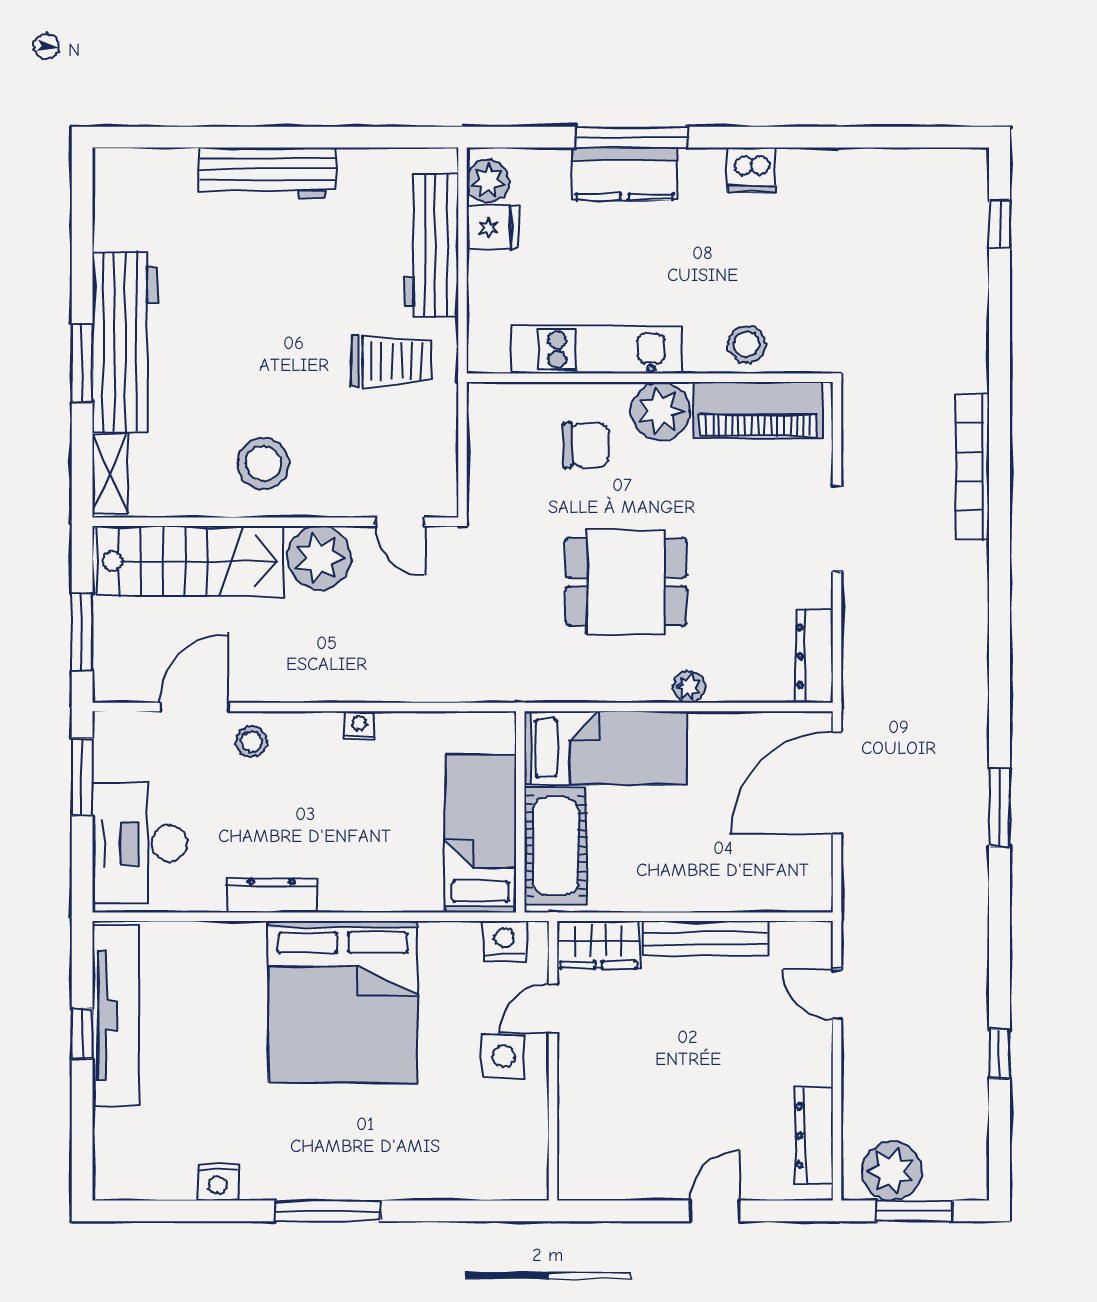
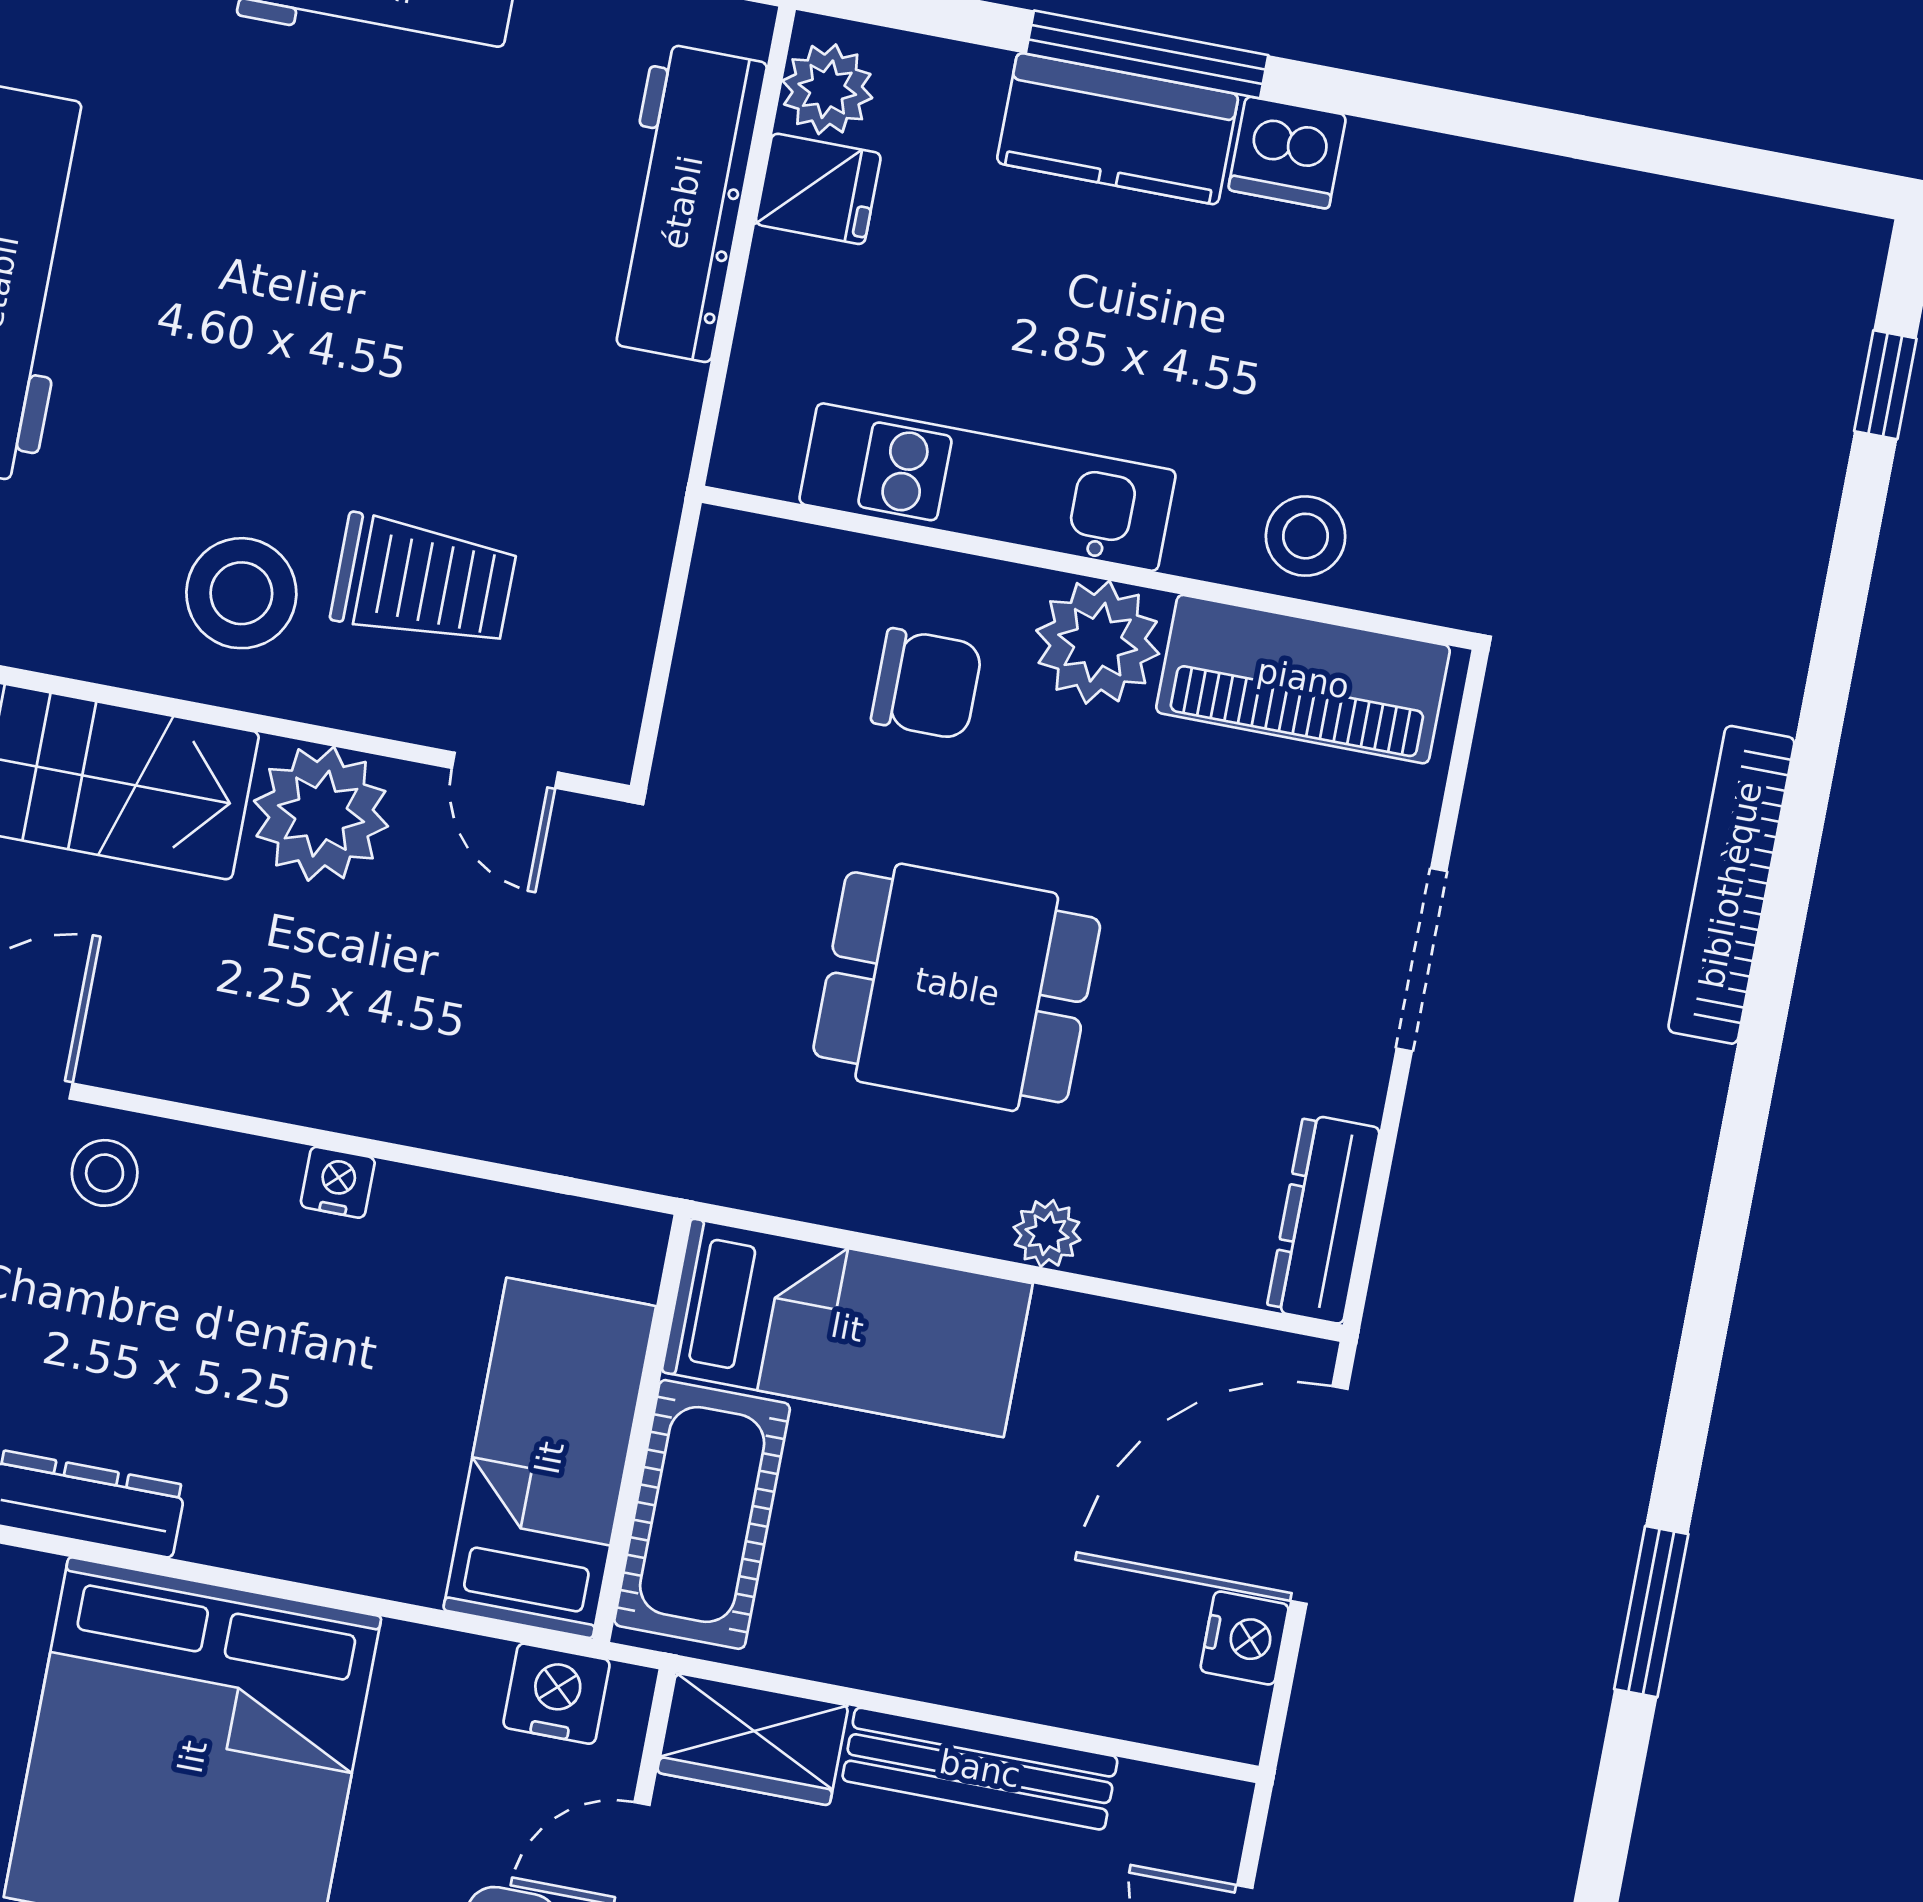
dishwasher: (752, 170) -> (1287, 152), moved
trolley: (392, 361) -> (424, 581), moved
nightstand: (815, 855) -> (1245, 1638), added

